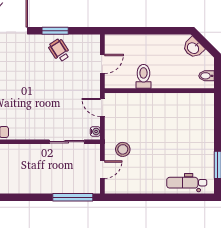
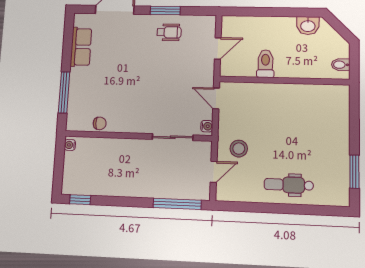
washbasin: (193, 48) -> (308, 26), moved, turned -45
wheelchair: (59, 50) -> (169, 32), turned 123
dental chair: (187, 183) -> (289, 185), moved

